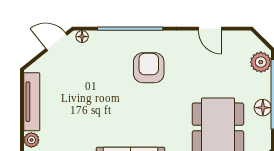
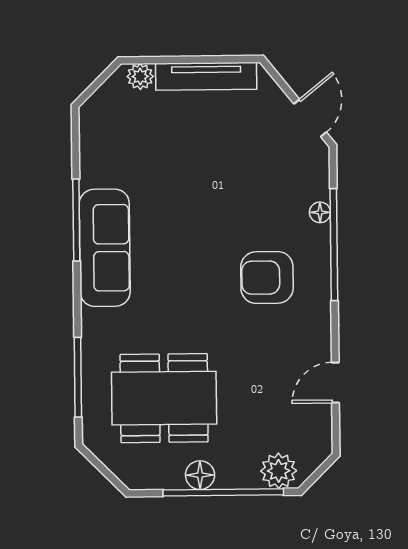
floor lamp: (82, 37) -> (320, 212), moved
armchair: (149, 68) -> (267, 278), turned 180

